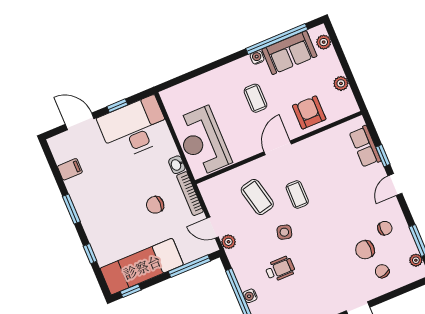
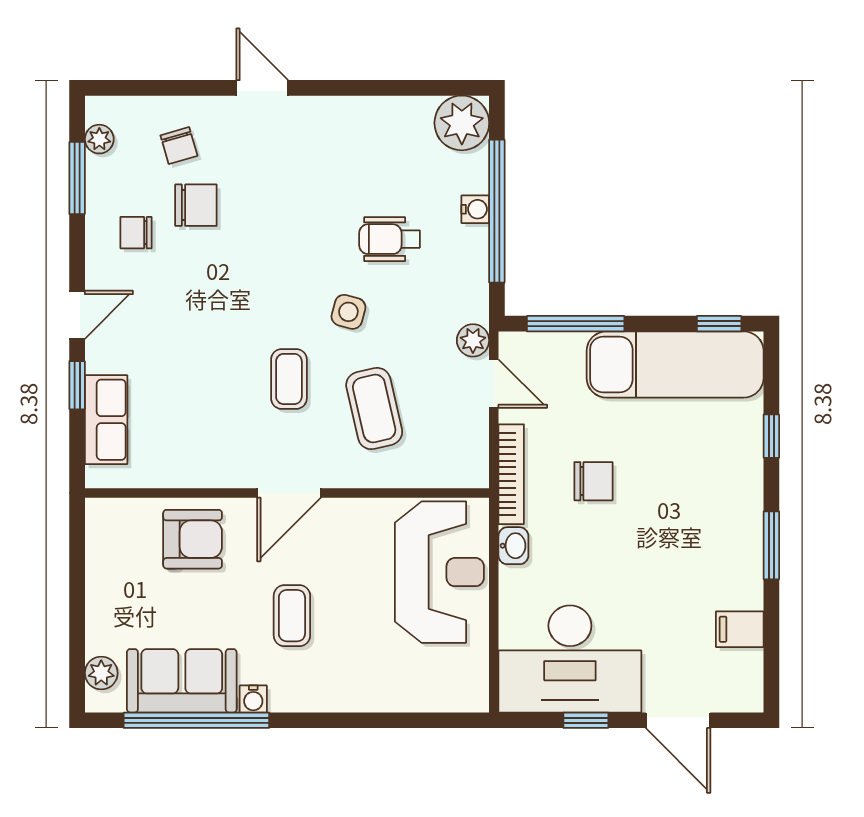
plant: (341, 83) -> (101, 572), removed
armchair: (309, 112) -> (193, 539), turned -90

